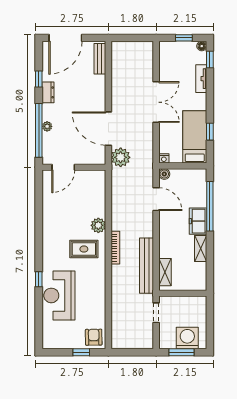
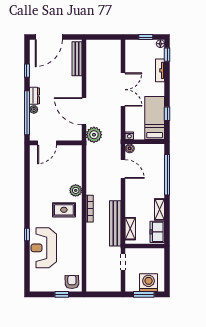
bench: (100, 59) -> (77, 59), width x1.36
dresser: (48, 92) -> (35, 96), moved
freezer: (198, 221) -> (157, 232), moved

